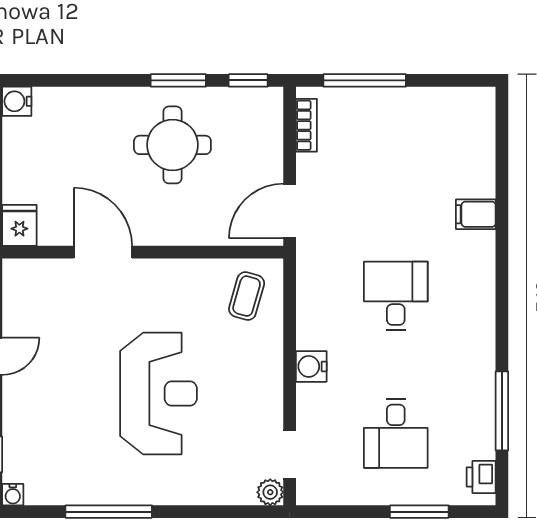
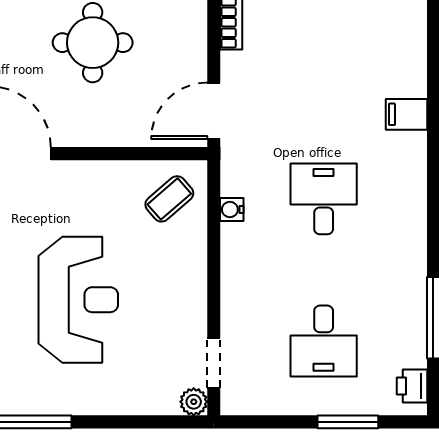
coffee table: (247, 296) -> (169, 199), turned 33
water cooler: (311, 366) -> (232, 210), moved, width x0.72, depth x0.72

